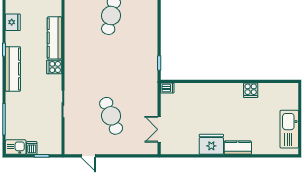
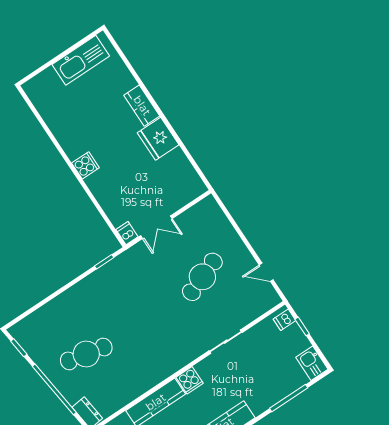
cooker: (251, 90) -> (85, 165), moved
double door: (159, 129) -> (156, 227), moved
dishwasher: (32, 148) -> (284, 320), moved
door: (88, 156) -> (266, 272), swing flipped

